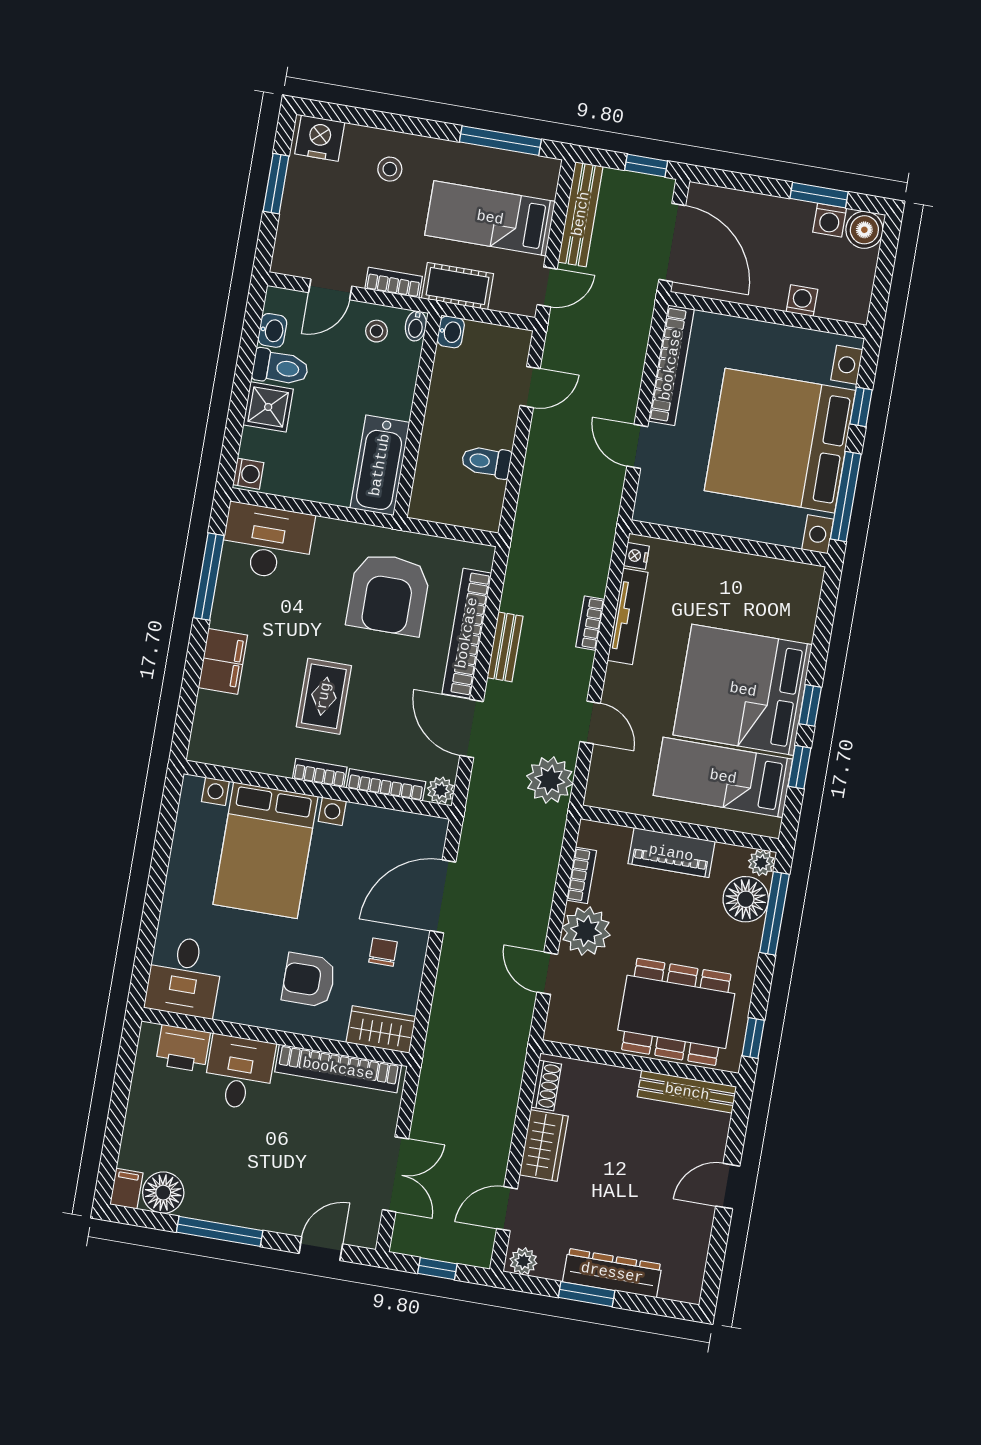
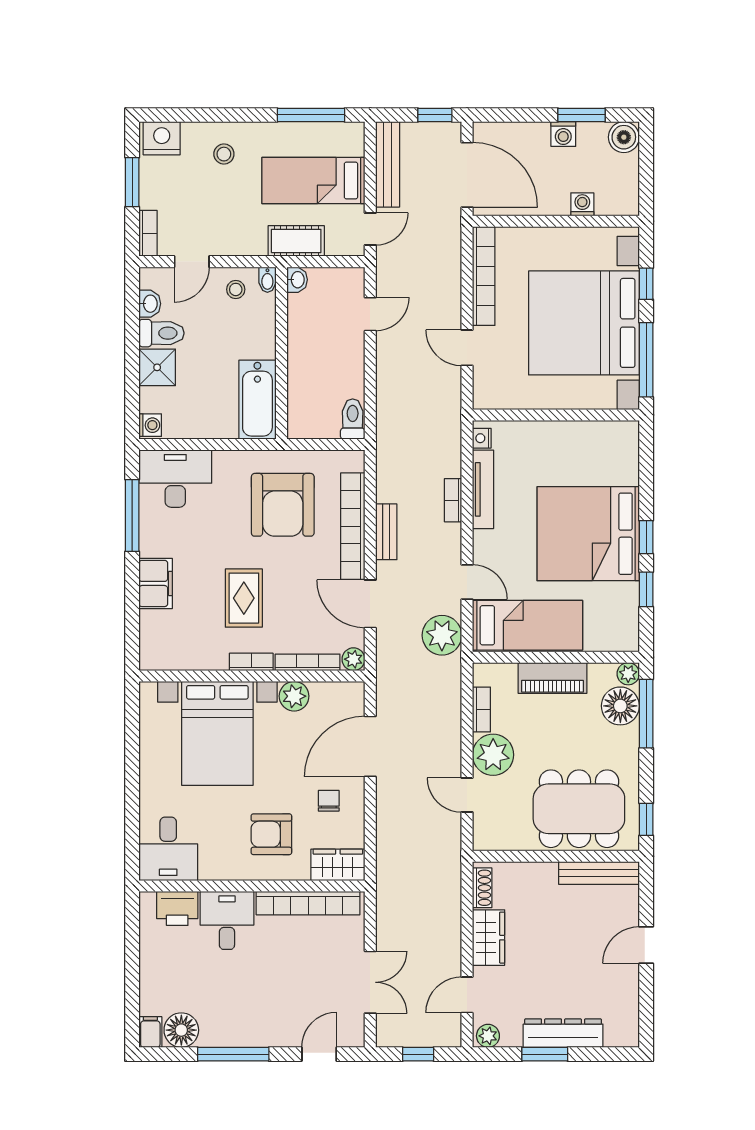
washing machine: (830, 220) -> (563, 134), moved
bookcase: (394, 283) -> (148, 233), moved, turned 90
toilet: (486, 462) -> (353, 419), moved, turned 90
bed: (723, 777) -> (527, 625), moved, turned 180
plant: (363, 822) -> (294, 696), added

